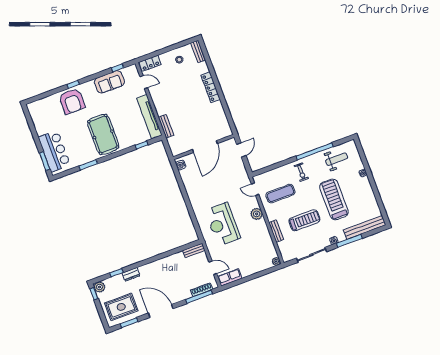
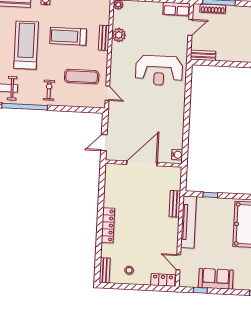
treadmill: (334, 199) -> (26, 45), turned 180
plant: (257, 214) -> (119, 35), moved
reception desk: (223, 224) -> (159, 70), turned 90
door: (213, 268) -> (190, 27), swing flipped

